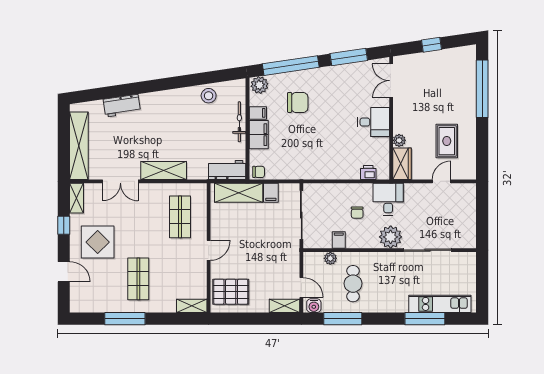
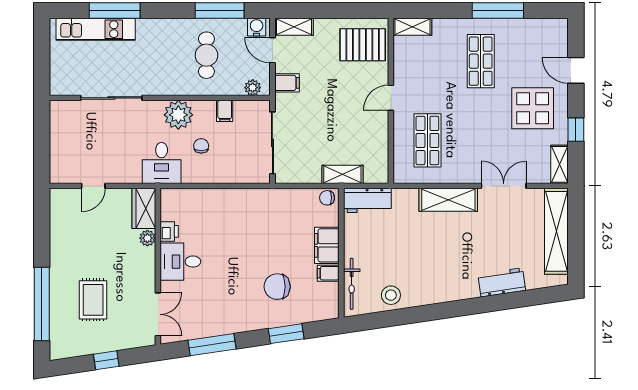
window: (291, 66) -> (286, 334), width x0.47
plant: (259, 85) -> (326, 309), removed
bicycle: (239, 122) -> (352, 284), moved
rug: (447, 141) -> (93, 300), moved
printer: (368, 173) -> (169, 231), moved, turned -90
shelving: (239, 193) -> (342, 174), width x0.67, depth x0.75
filing cabinet: (271, 193) -> (287, 83), moved, turned 90
plant: (391, 237) -> (178, 115), moved
plant: (330, 258) -> (253, 88), moved

